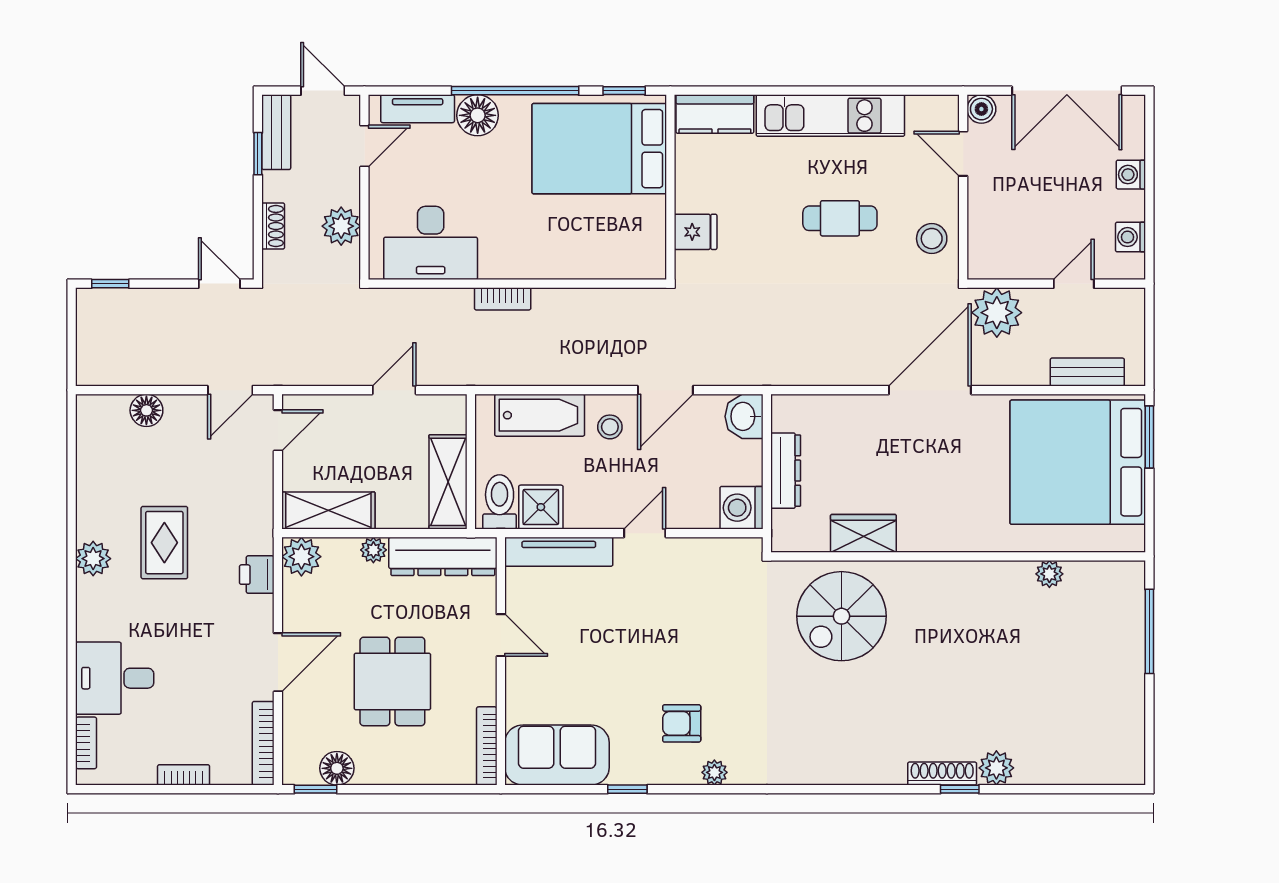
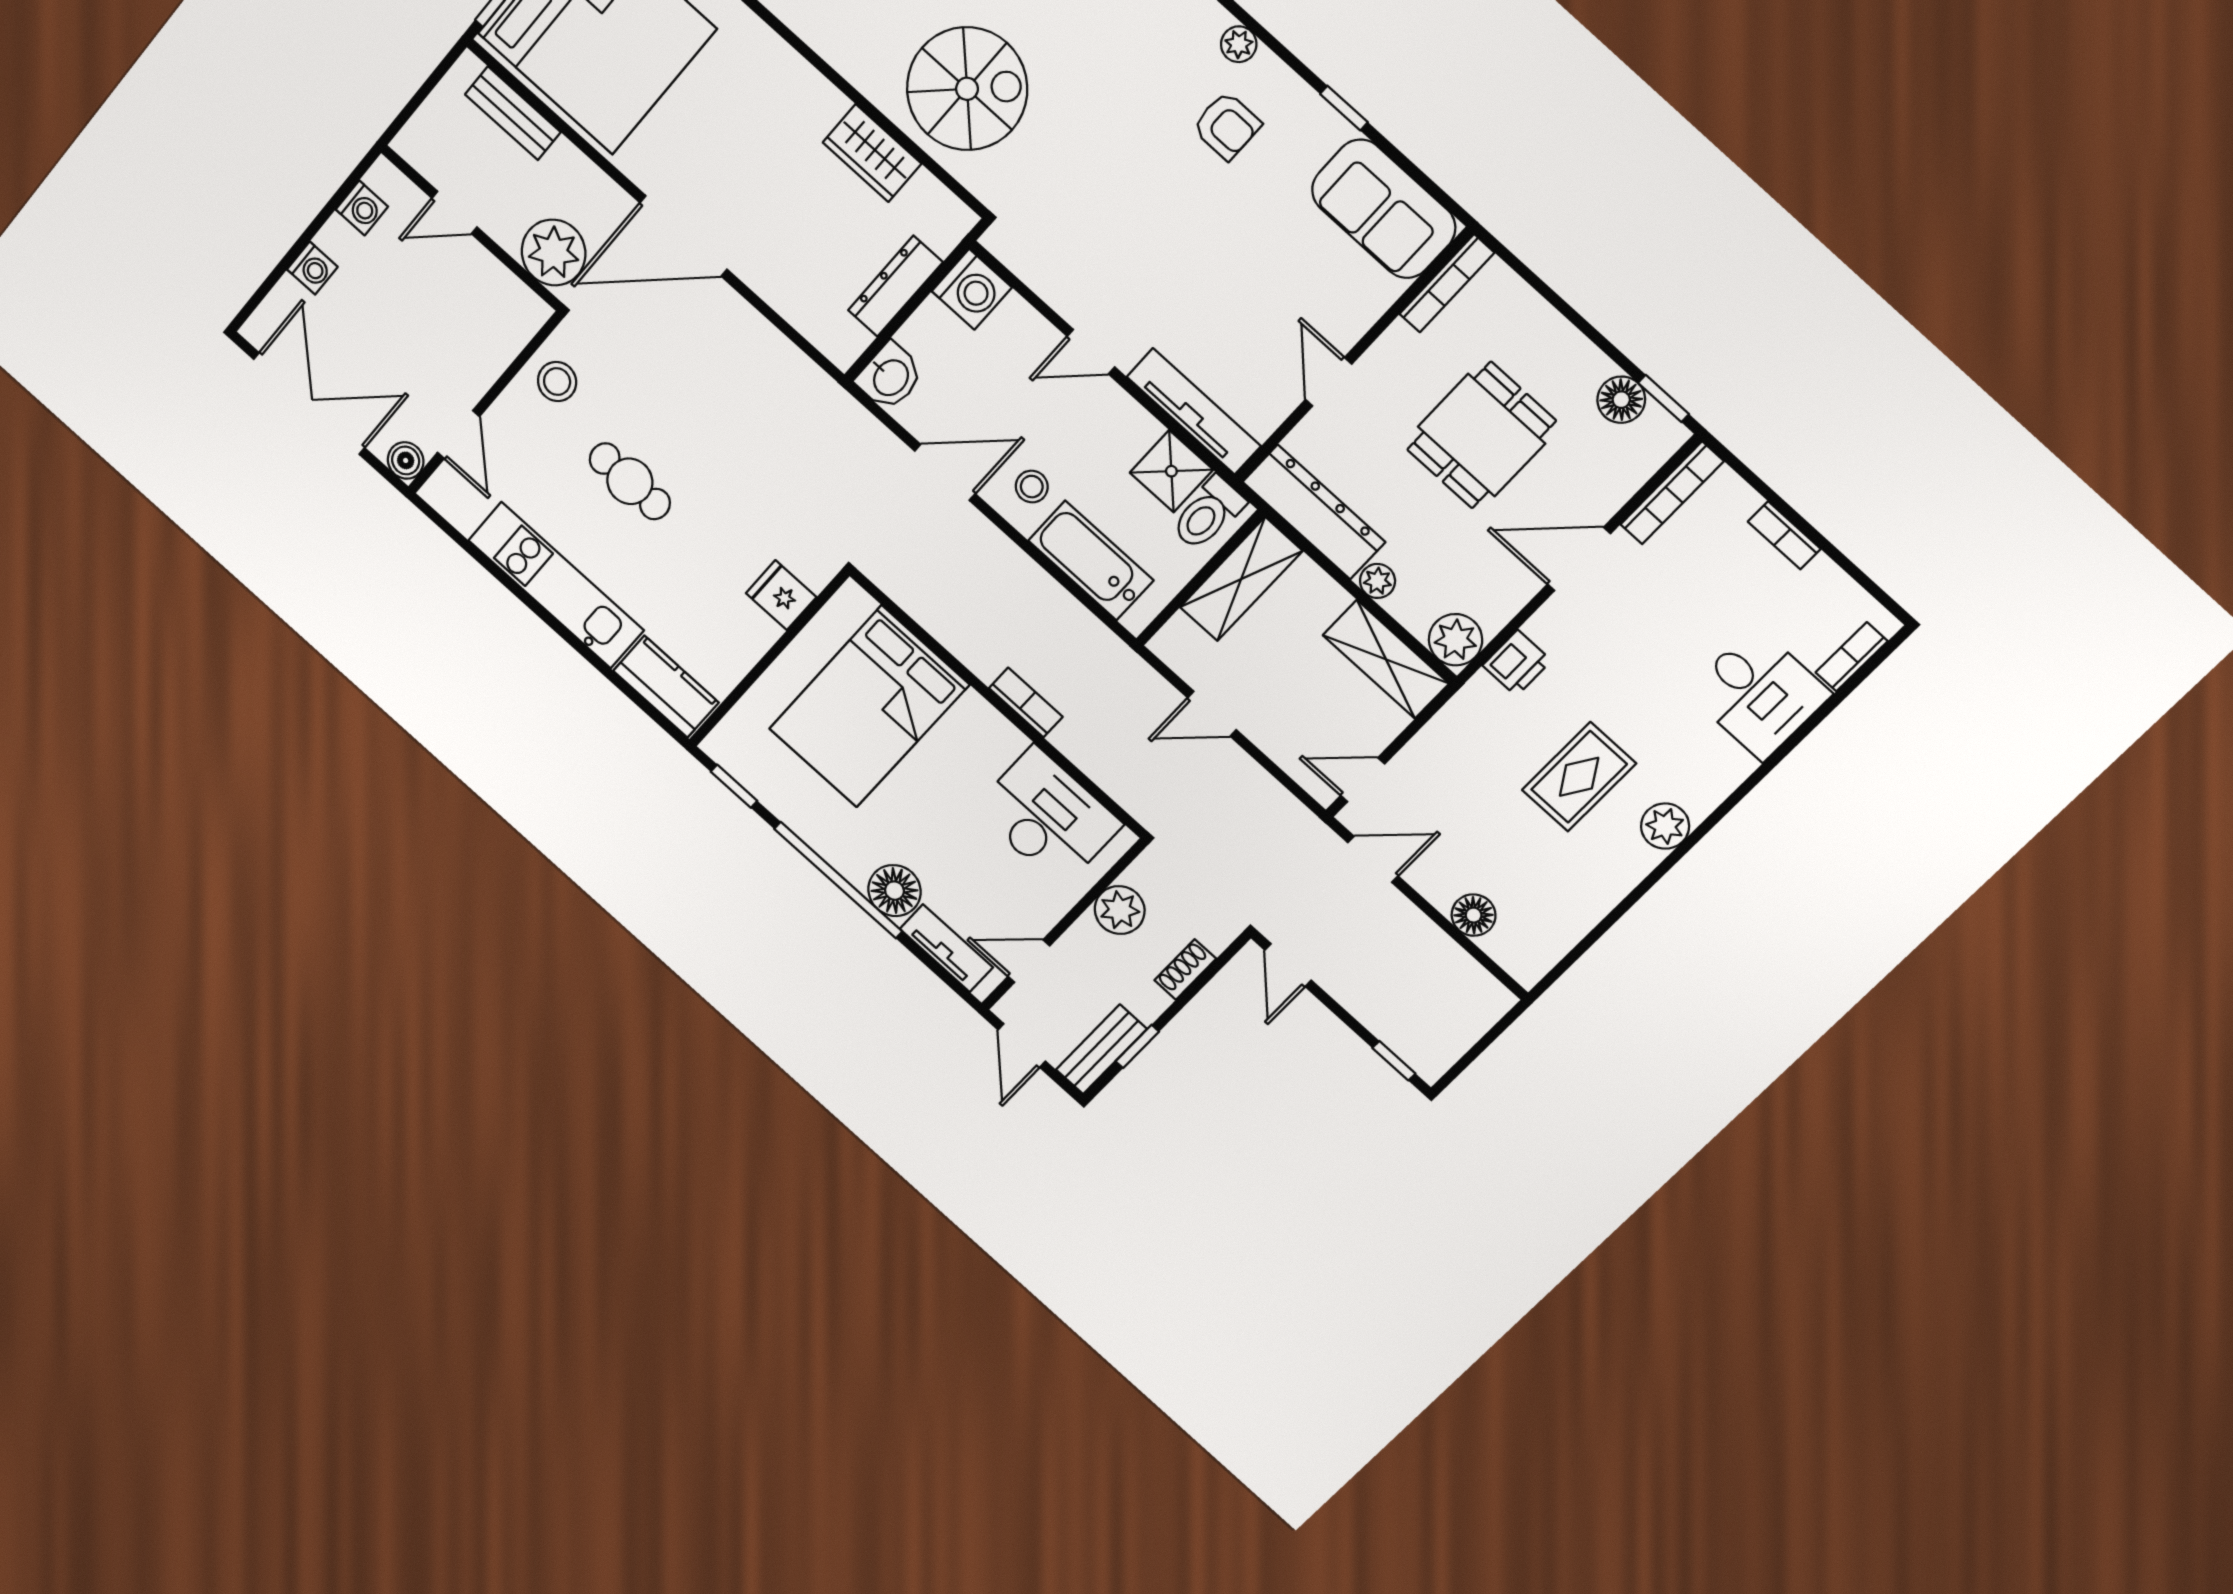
bed: (599, 149) -> (869, 707), moved, turned 90

